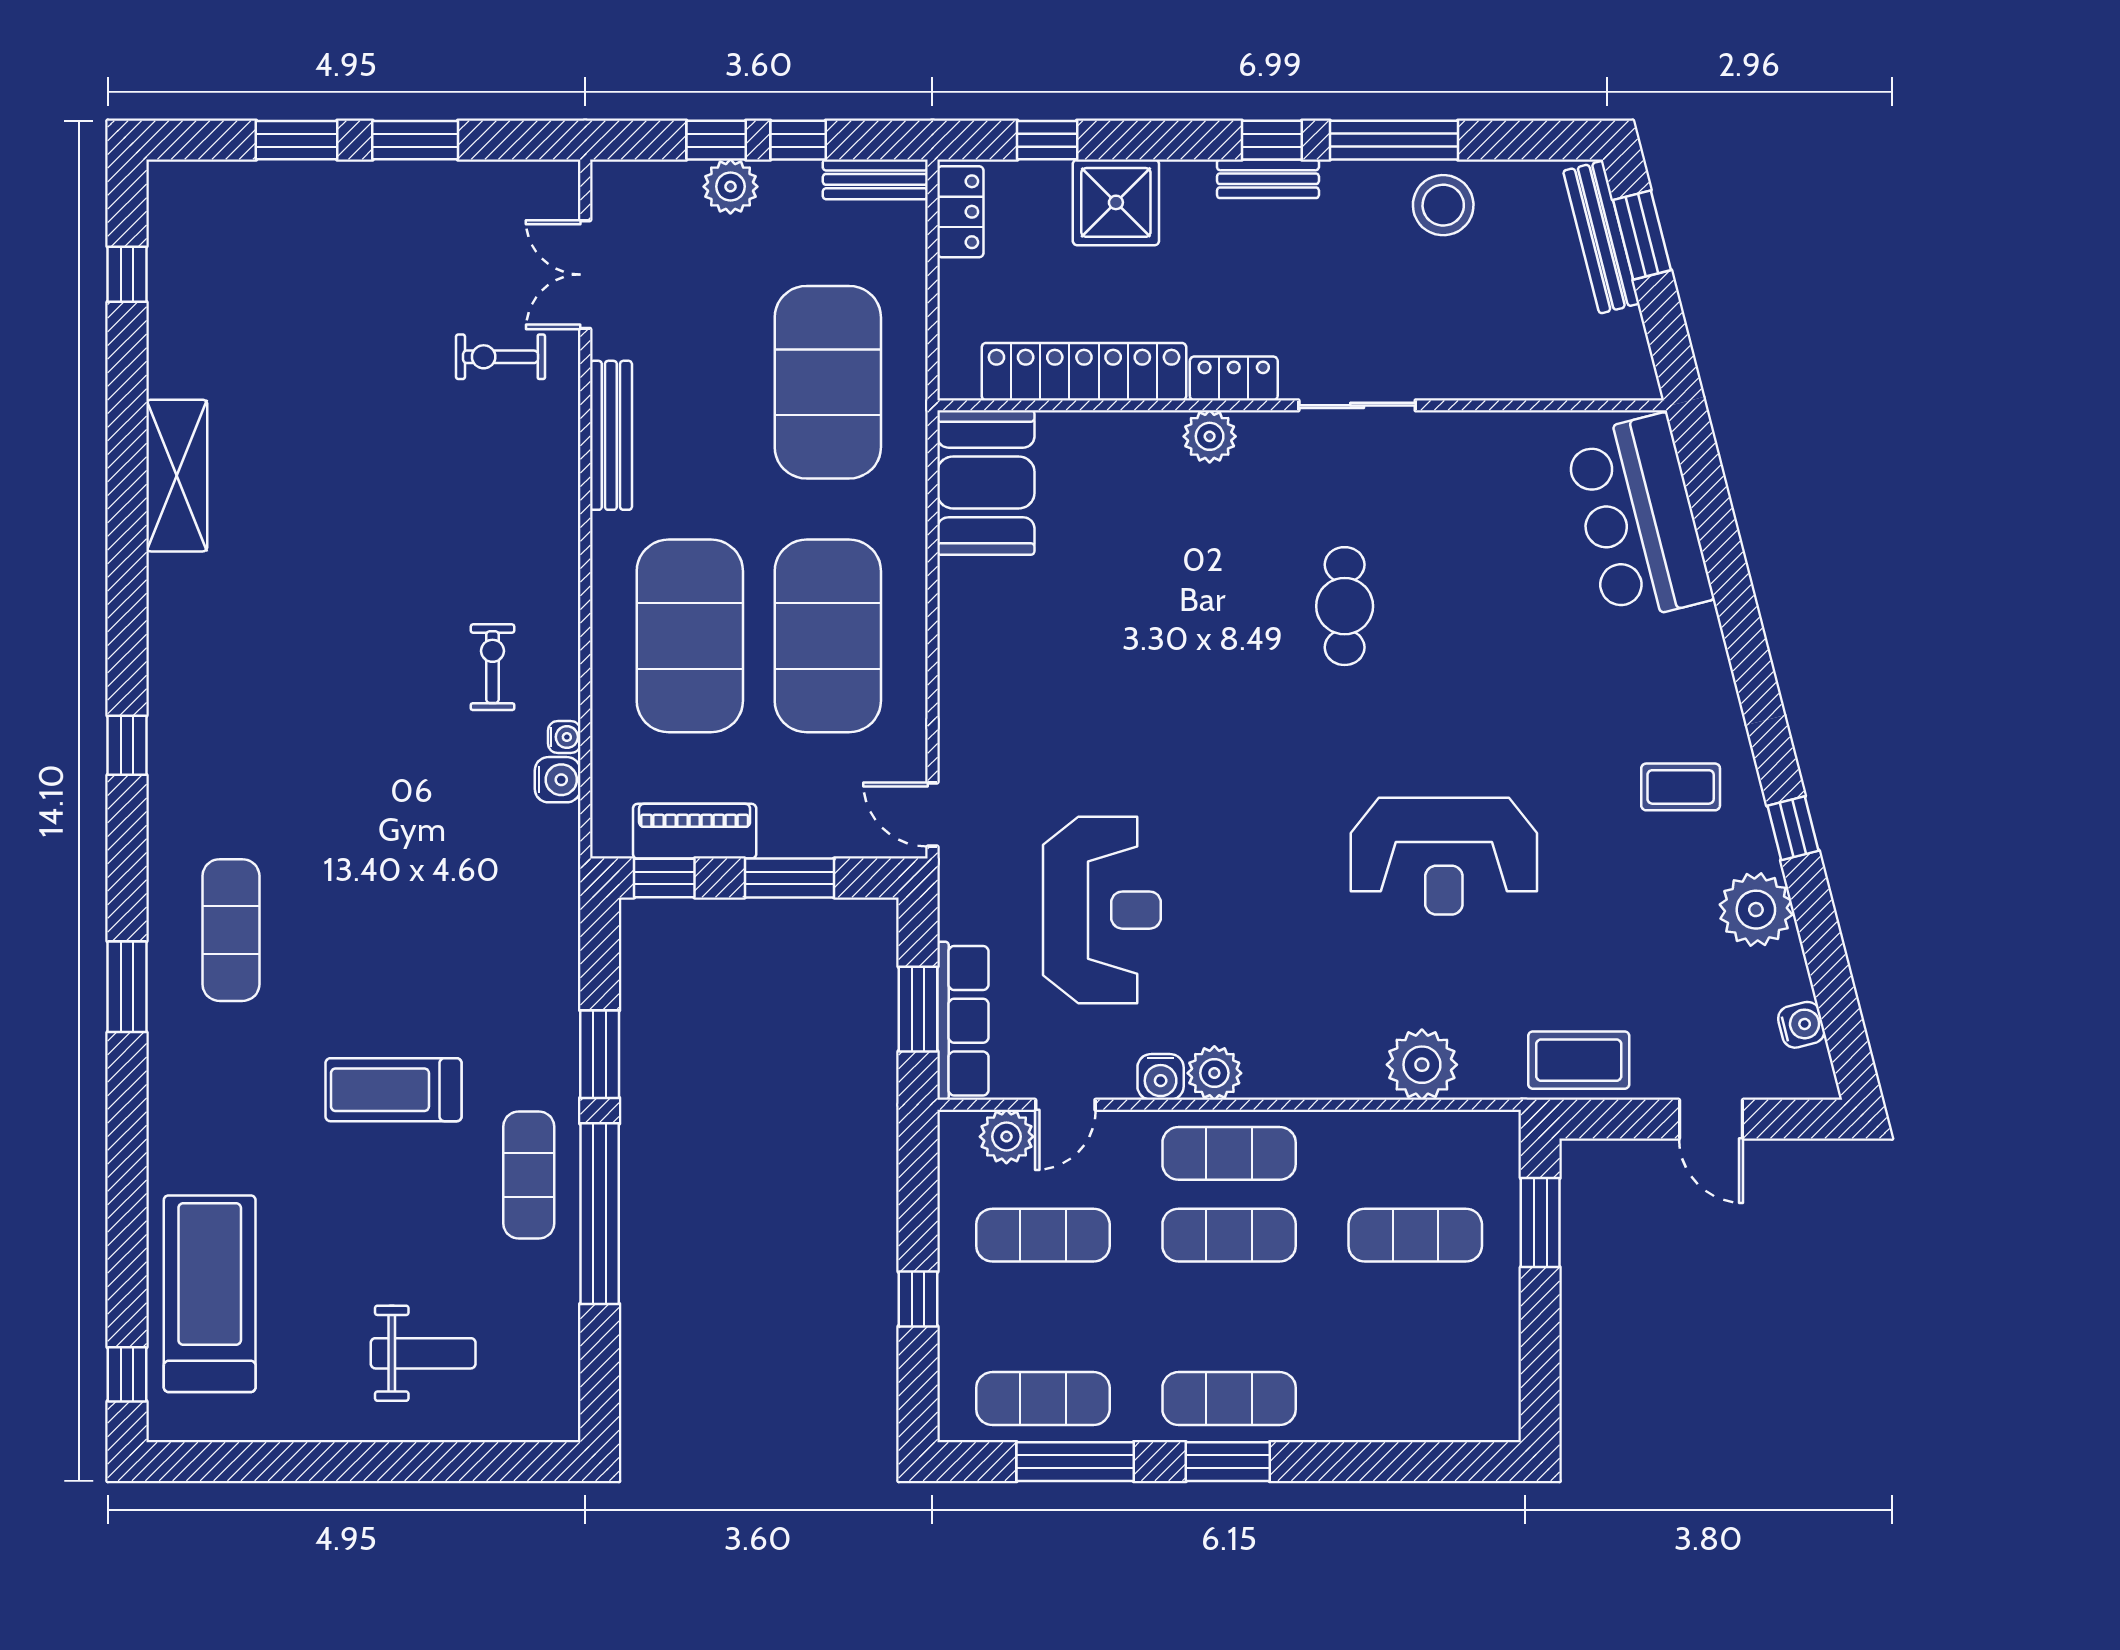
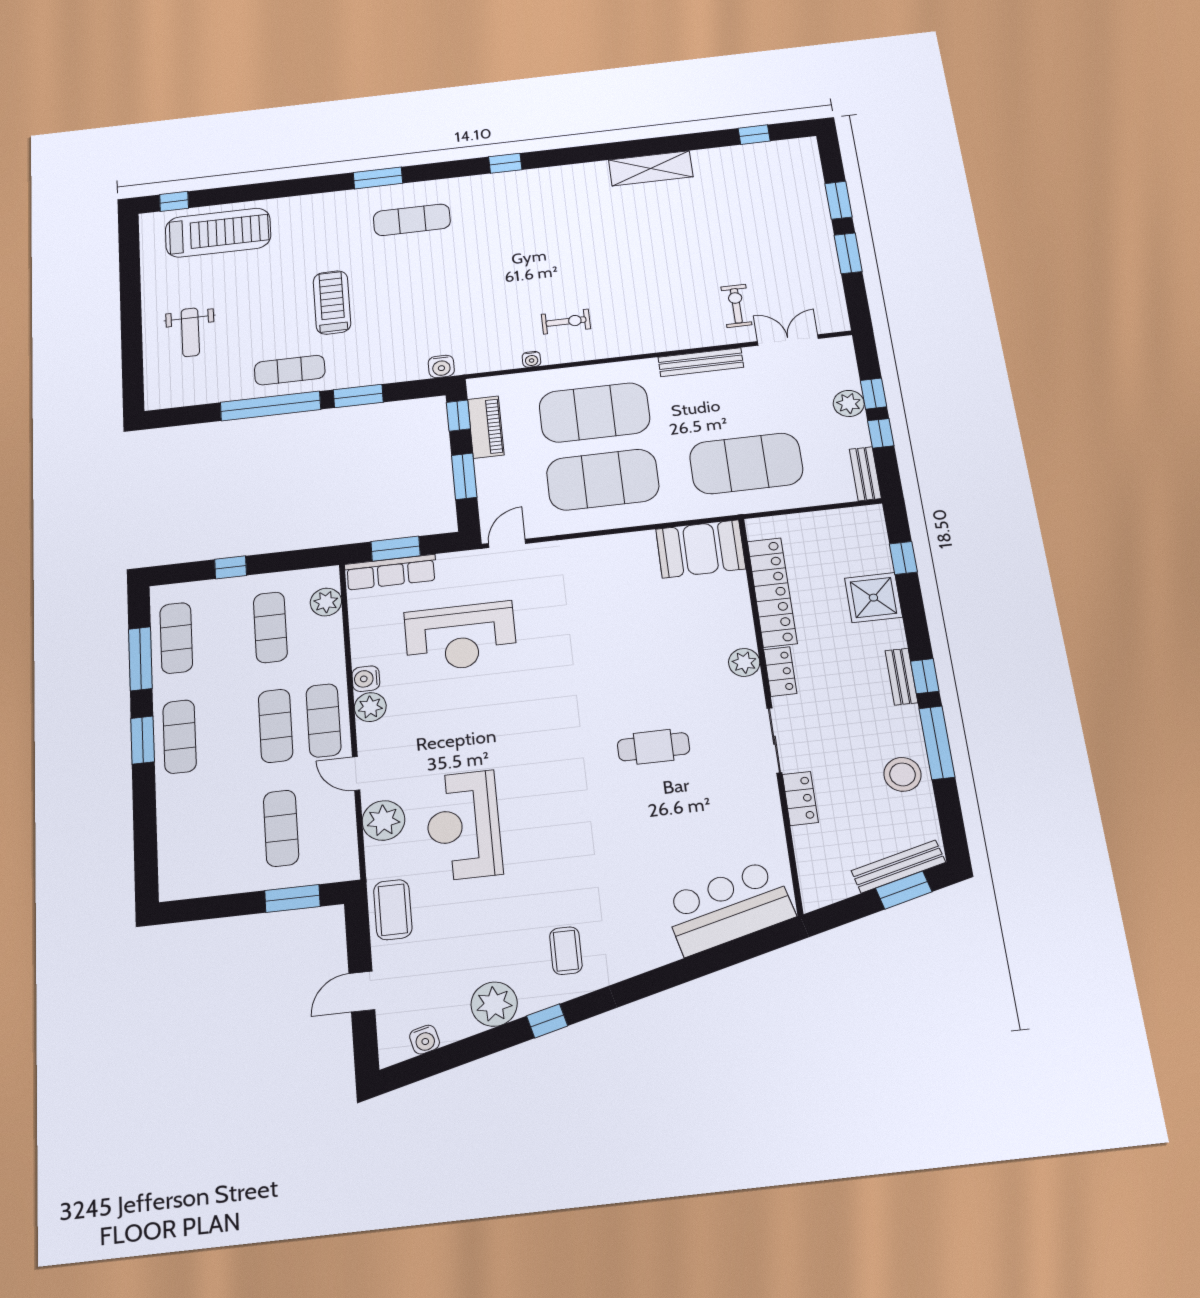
locker: (960, 212) -> (800, 798), moved, turned -90
water cooler: (558, 780) -> (441, 366), moved
reception desk: (1444, 856) -> (463, 825), moved
door: (1065, 1105) -> (356, 773), moved

